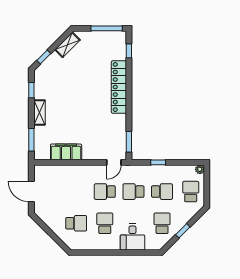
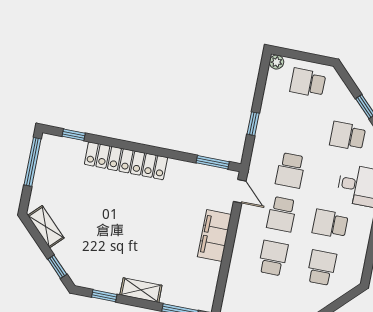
filing cabinet: (66, 152) -> (214, 236), moved
school desk: (162, 192) -> (273, 258), moved

